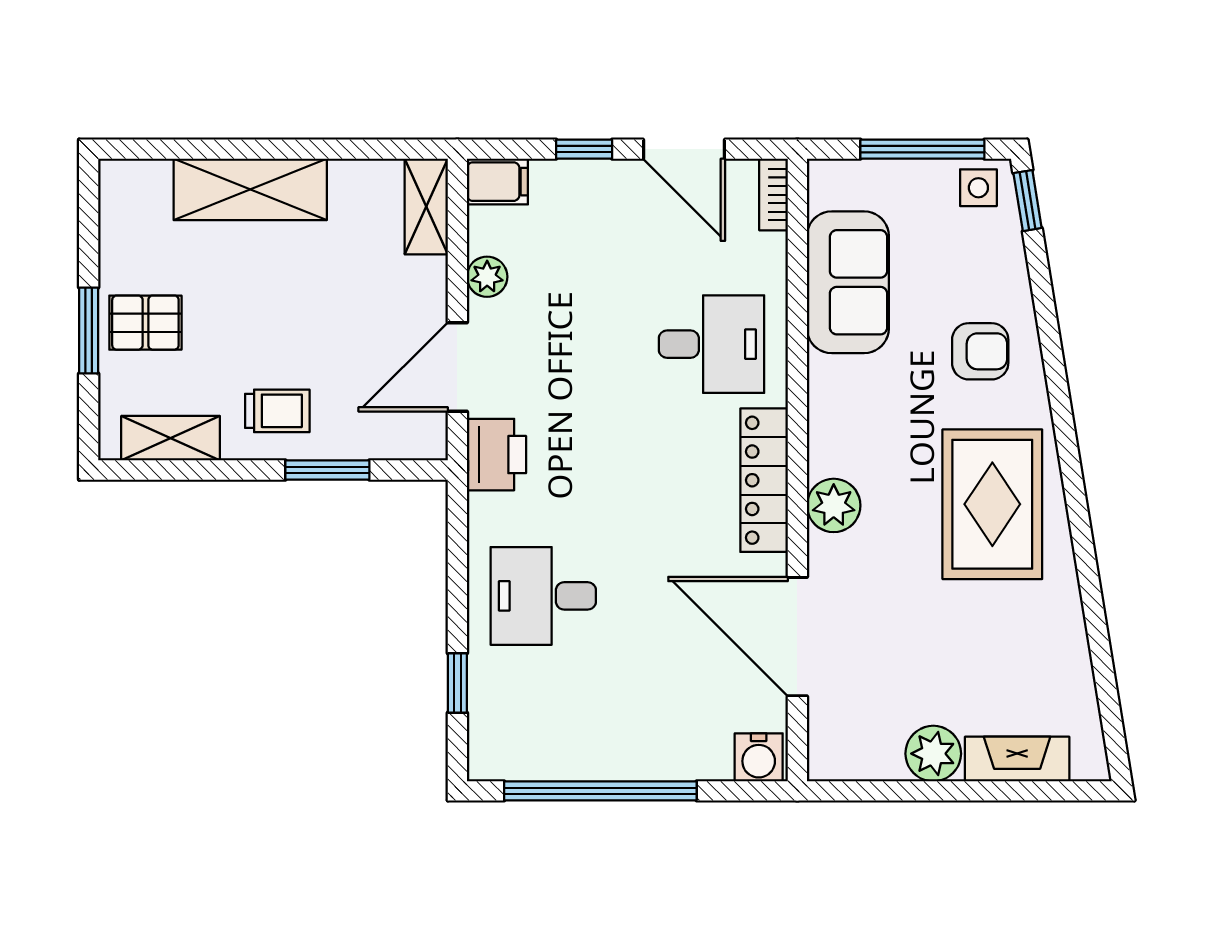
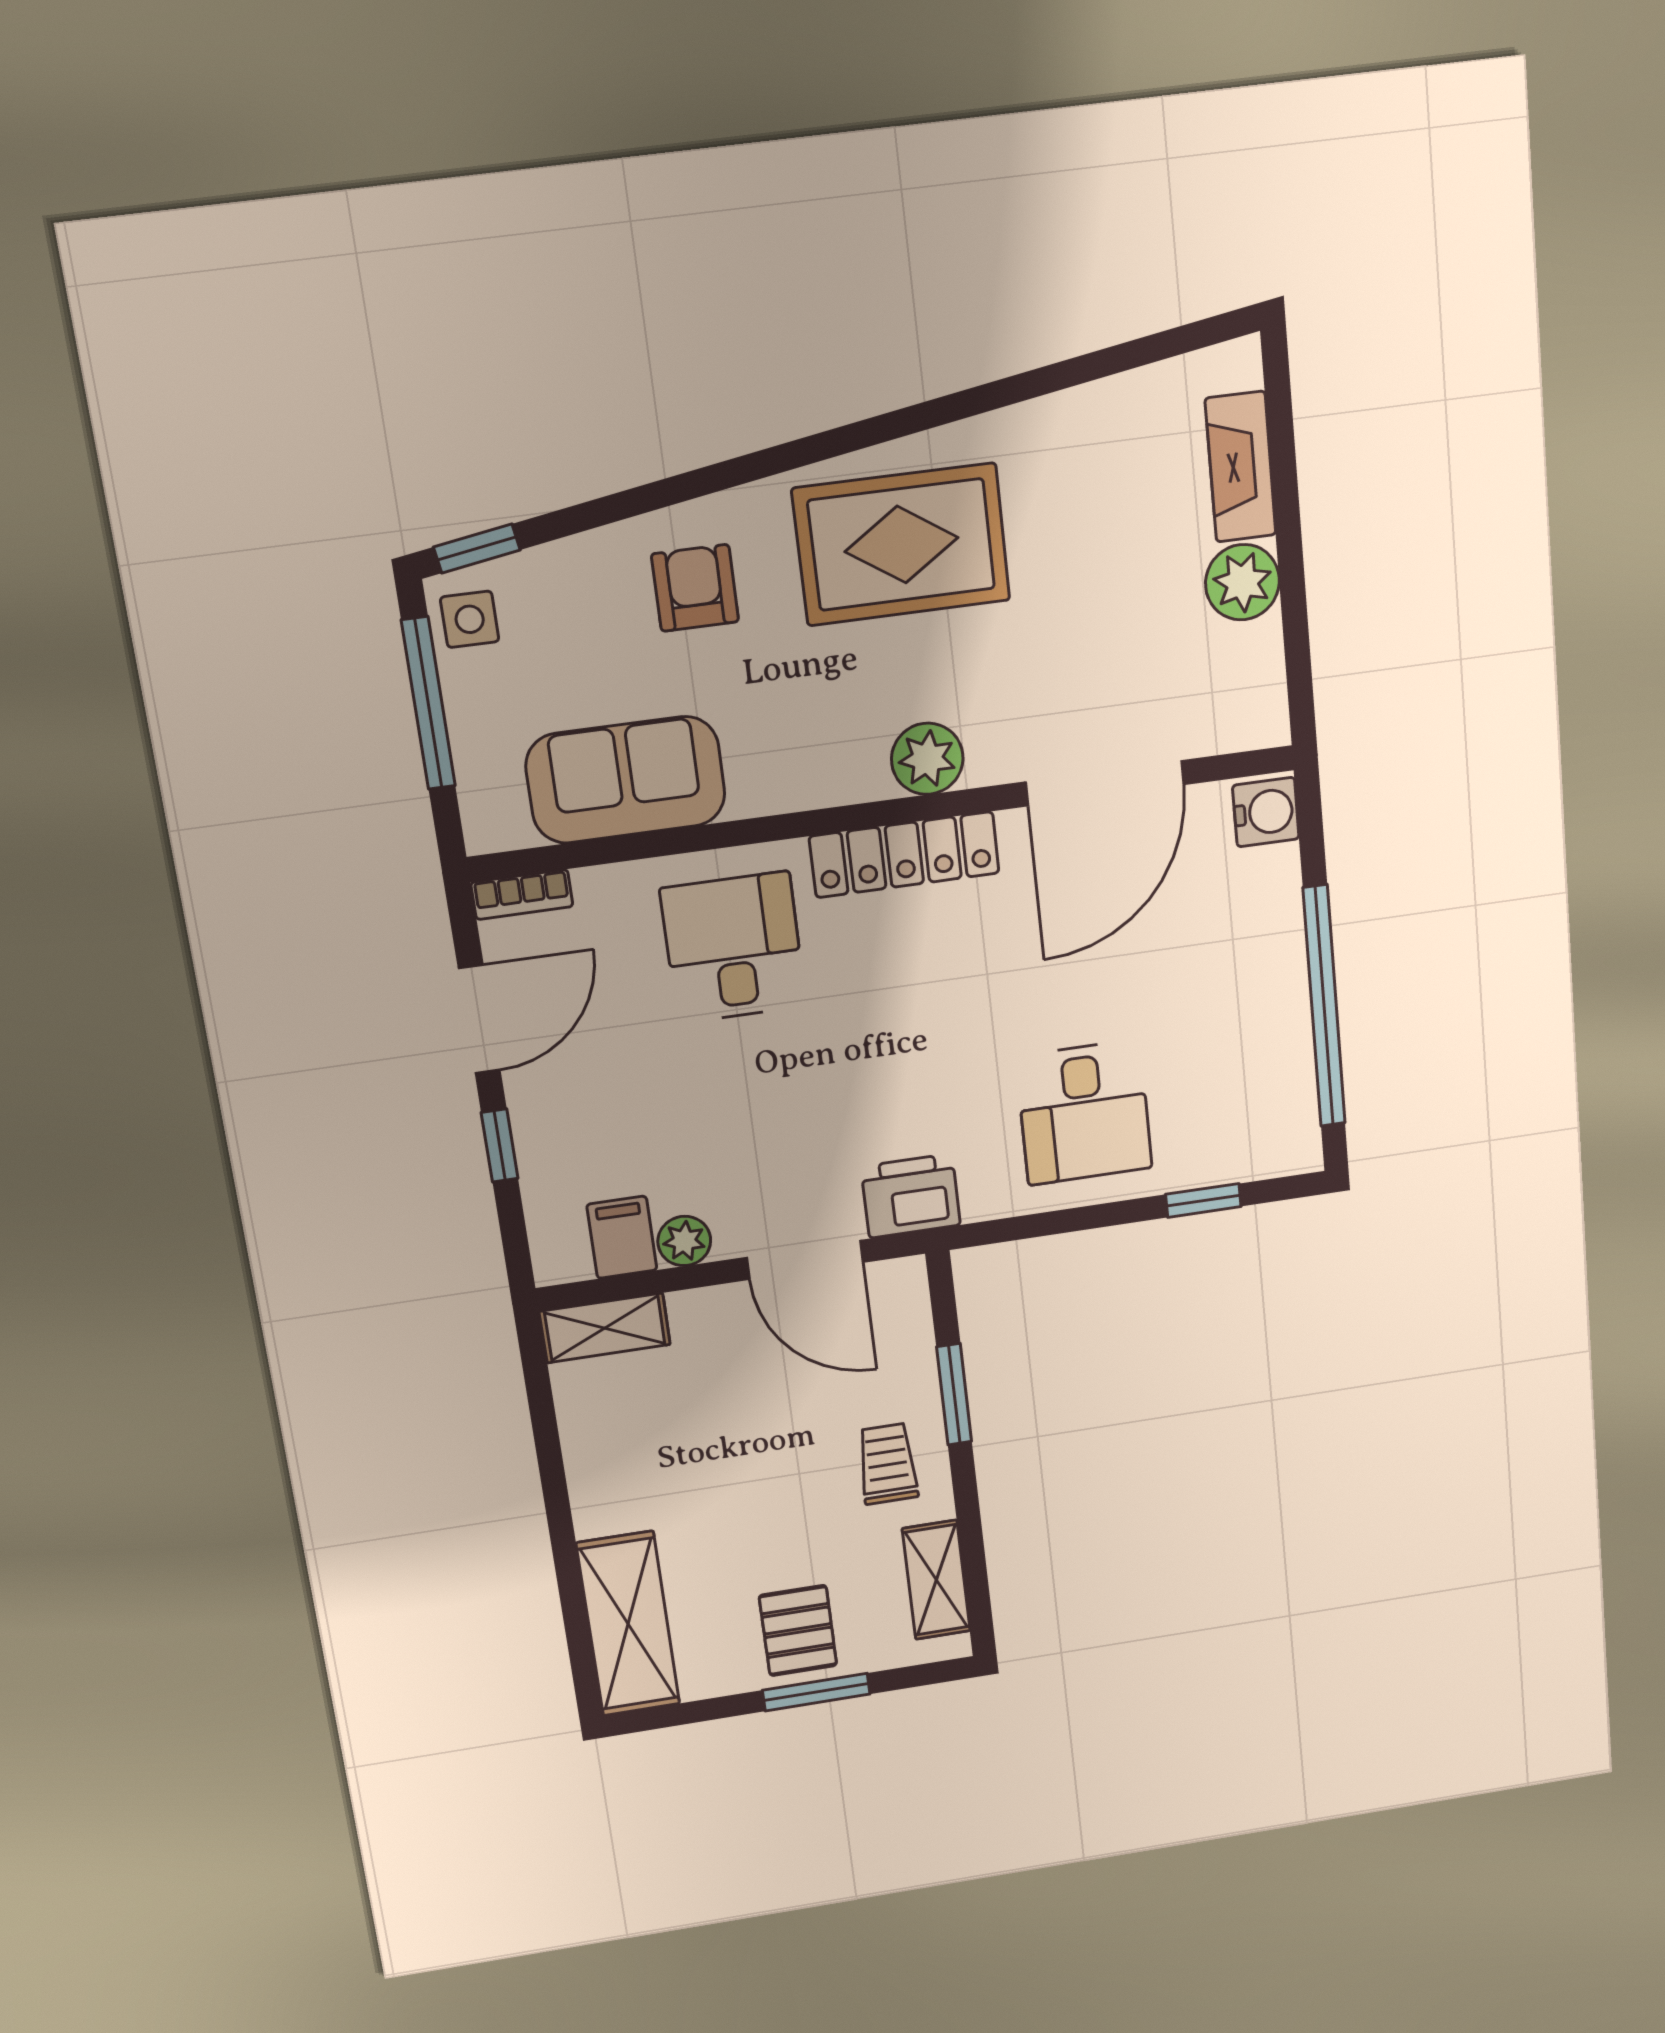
filing cabinet: (497, 182) -> (622, 1237), moved
shelving: (250, 189) -> (628, 1624), moved

